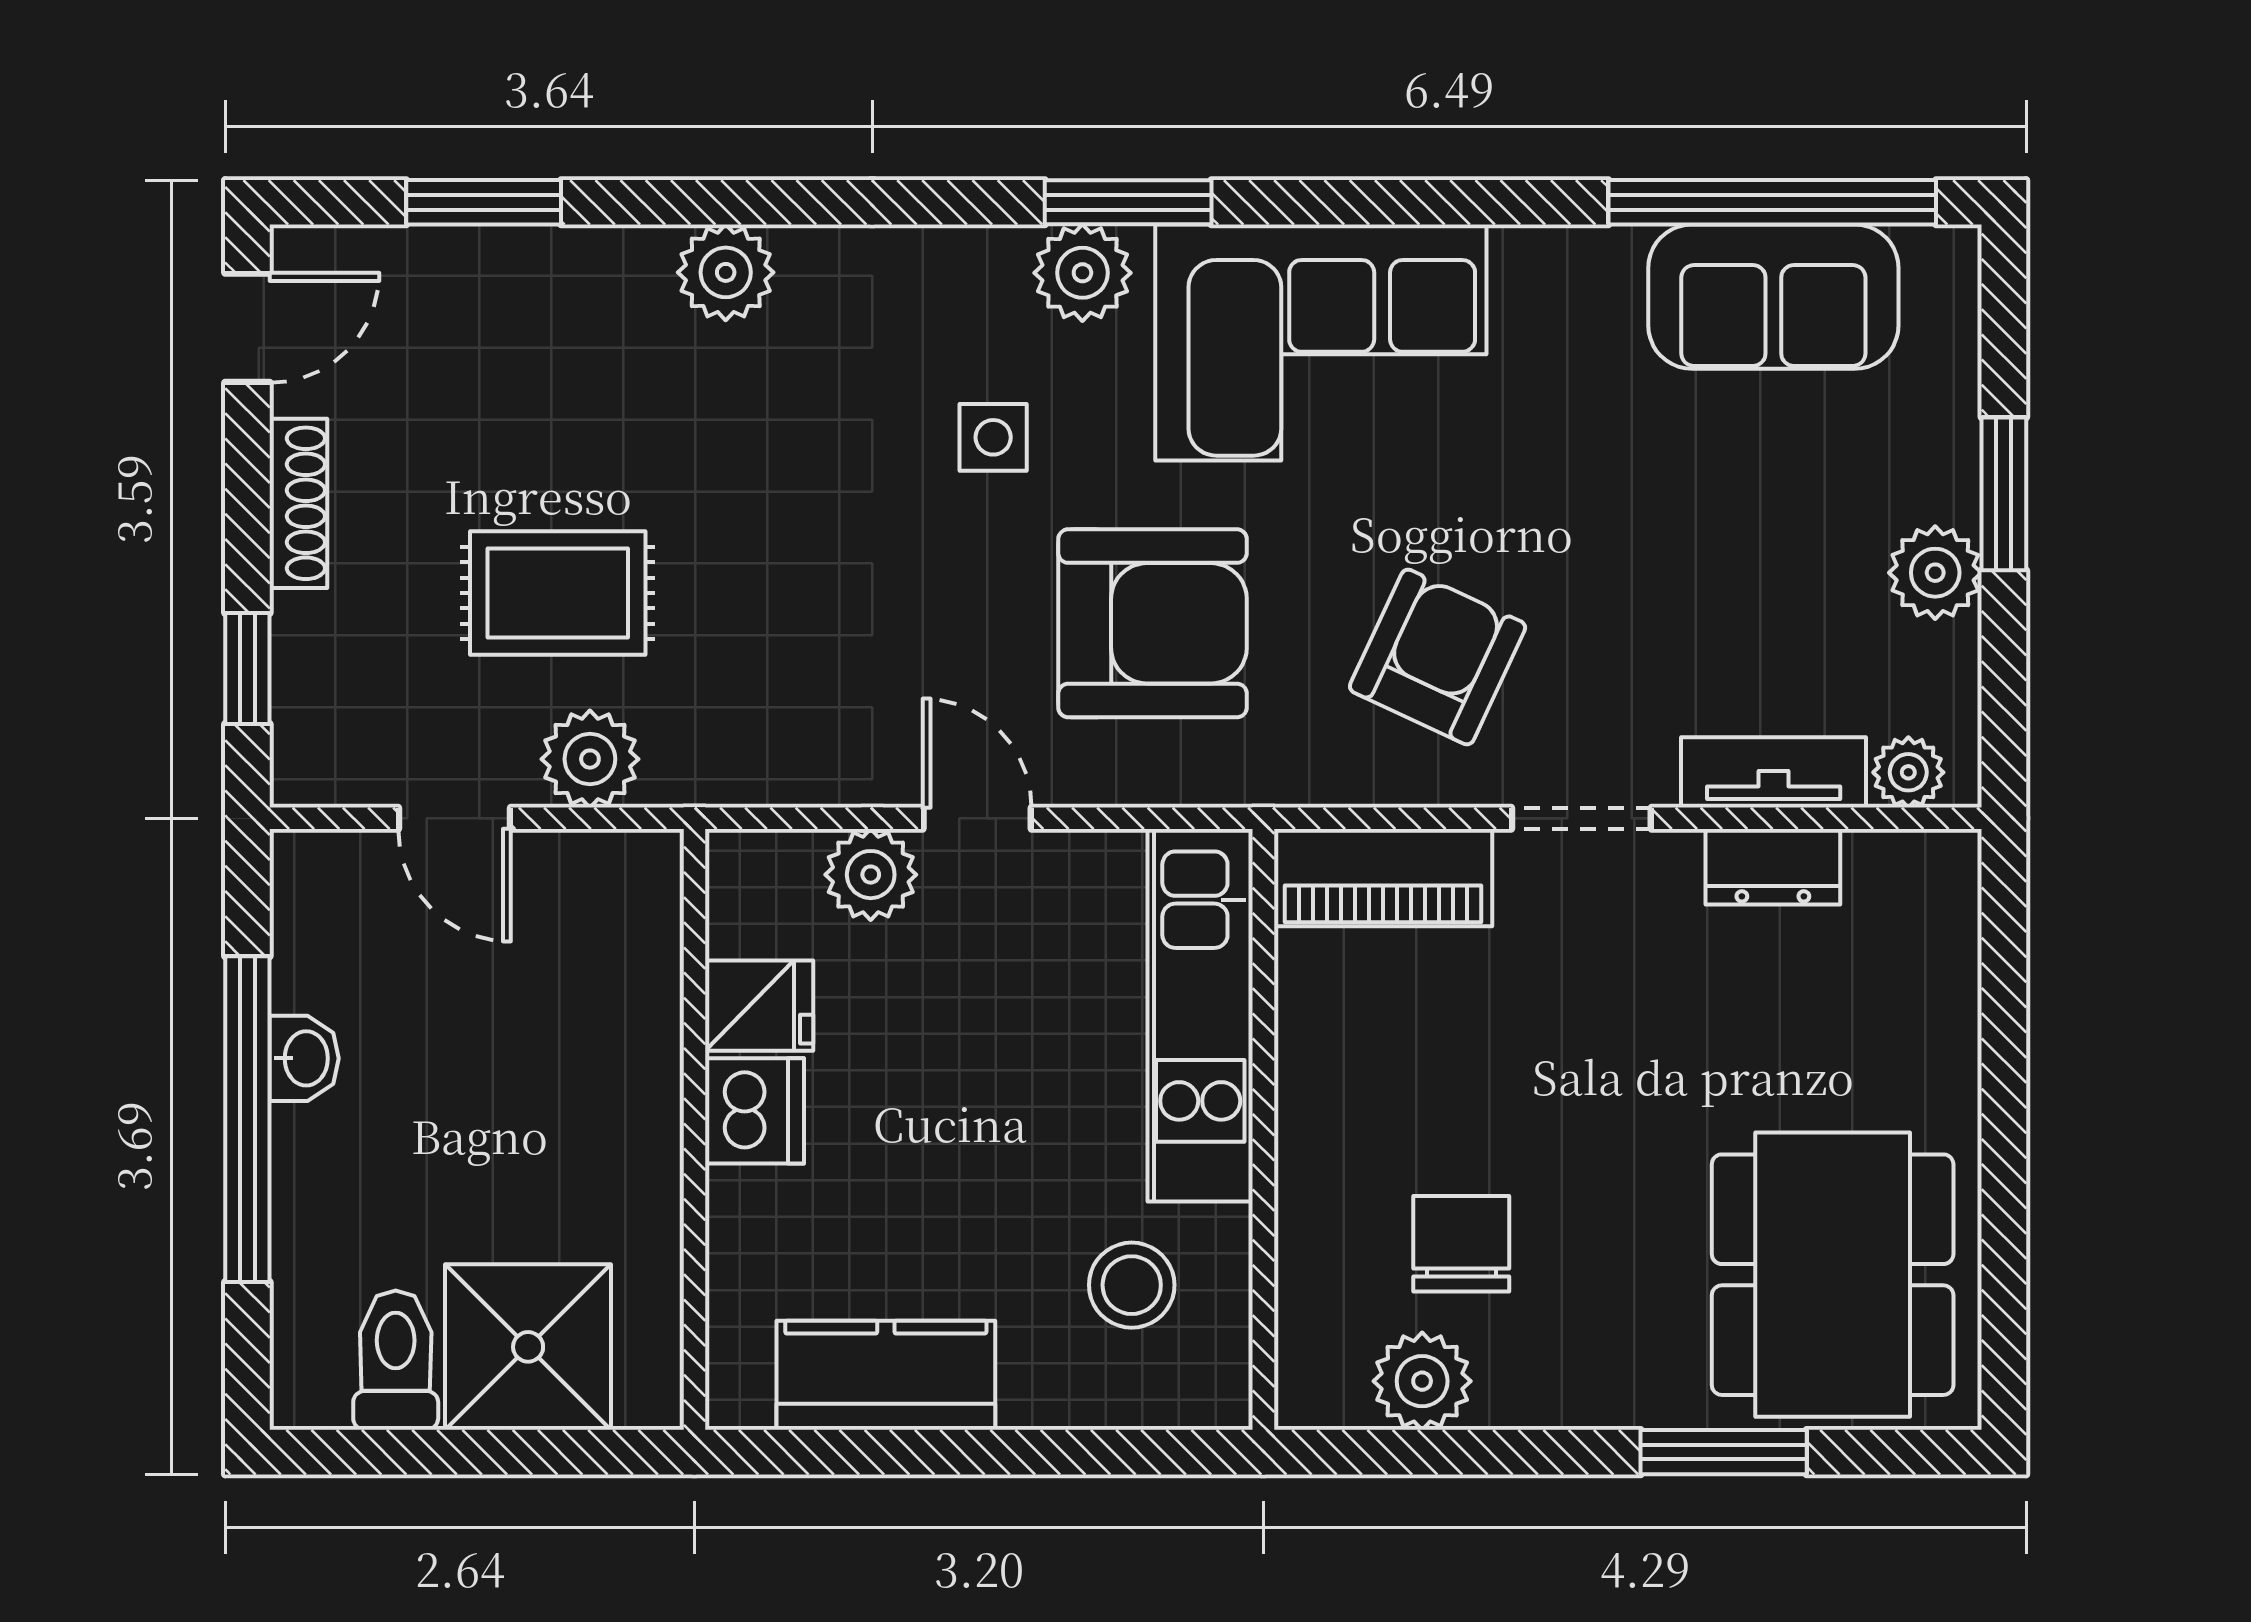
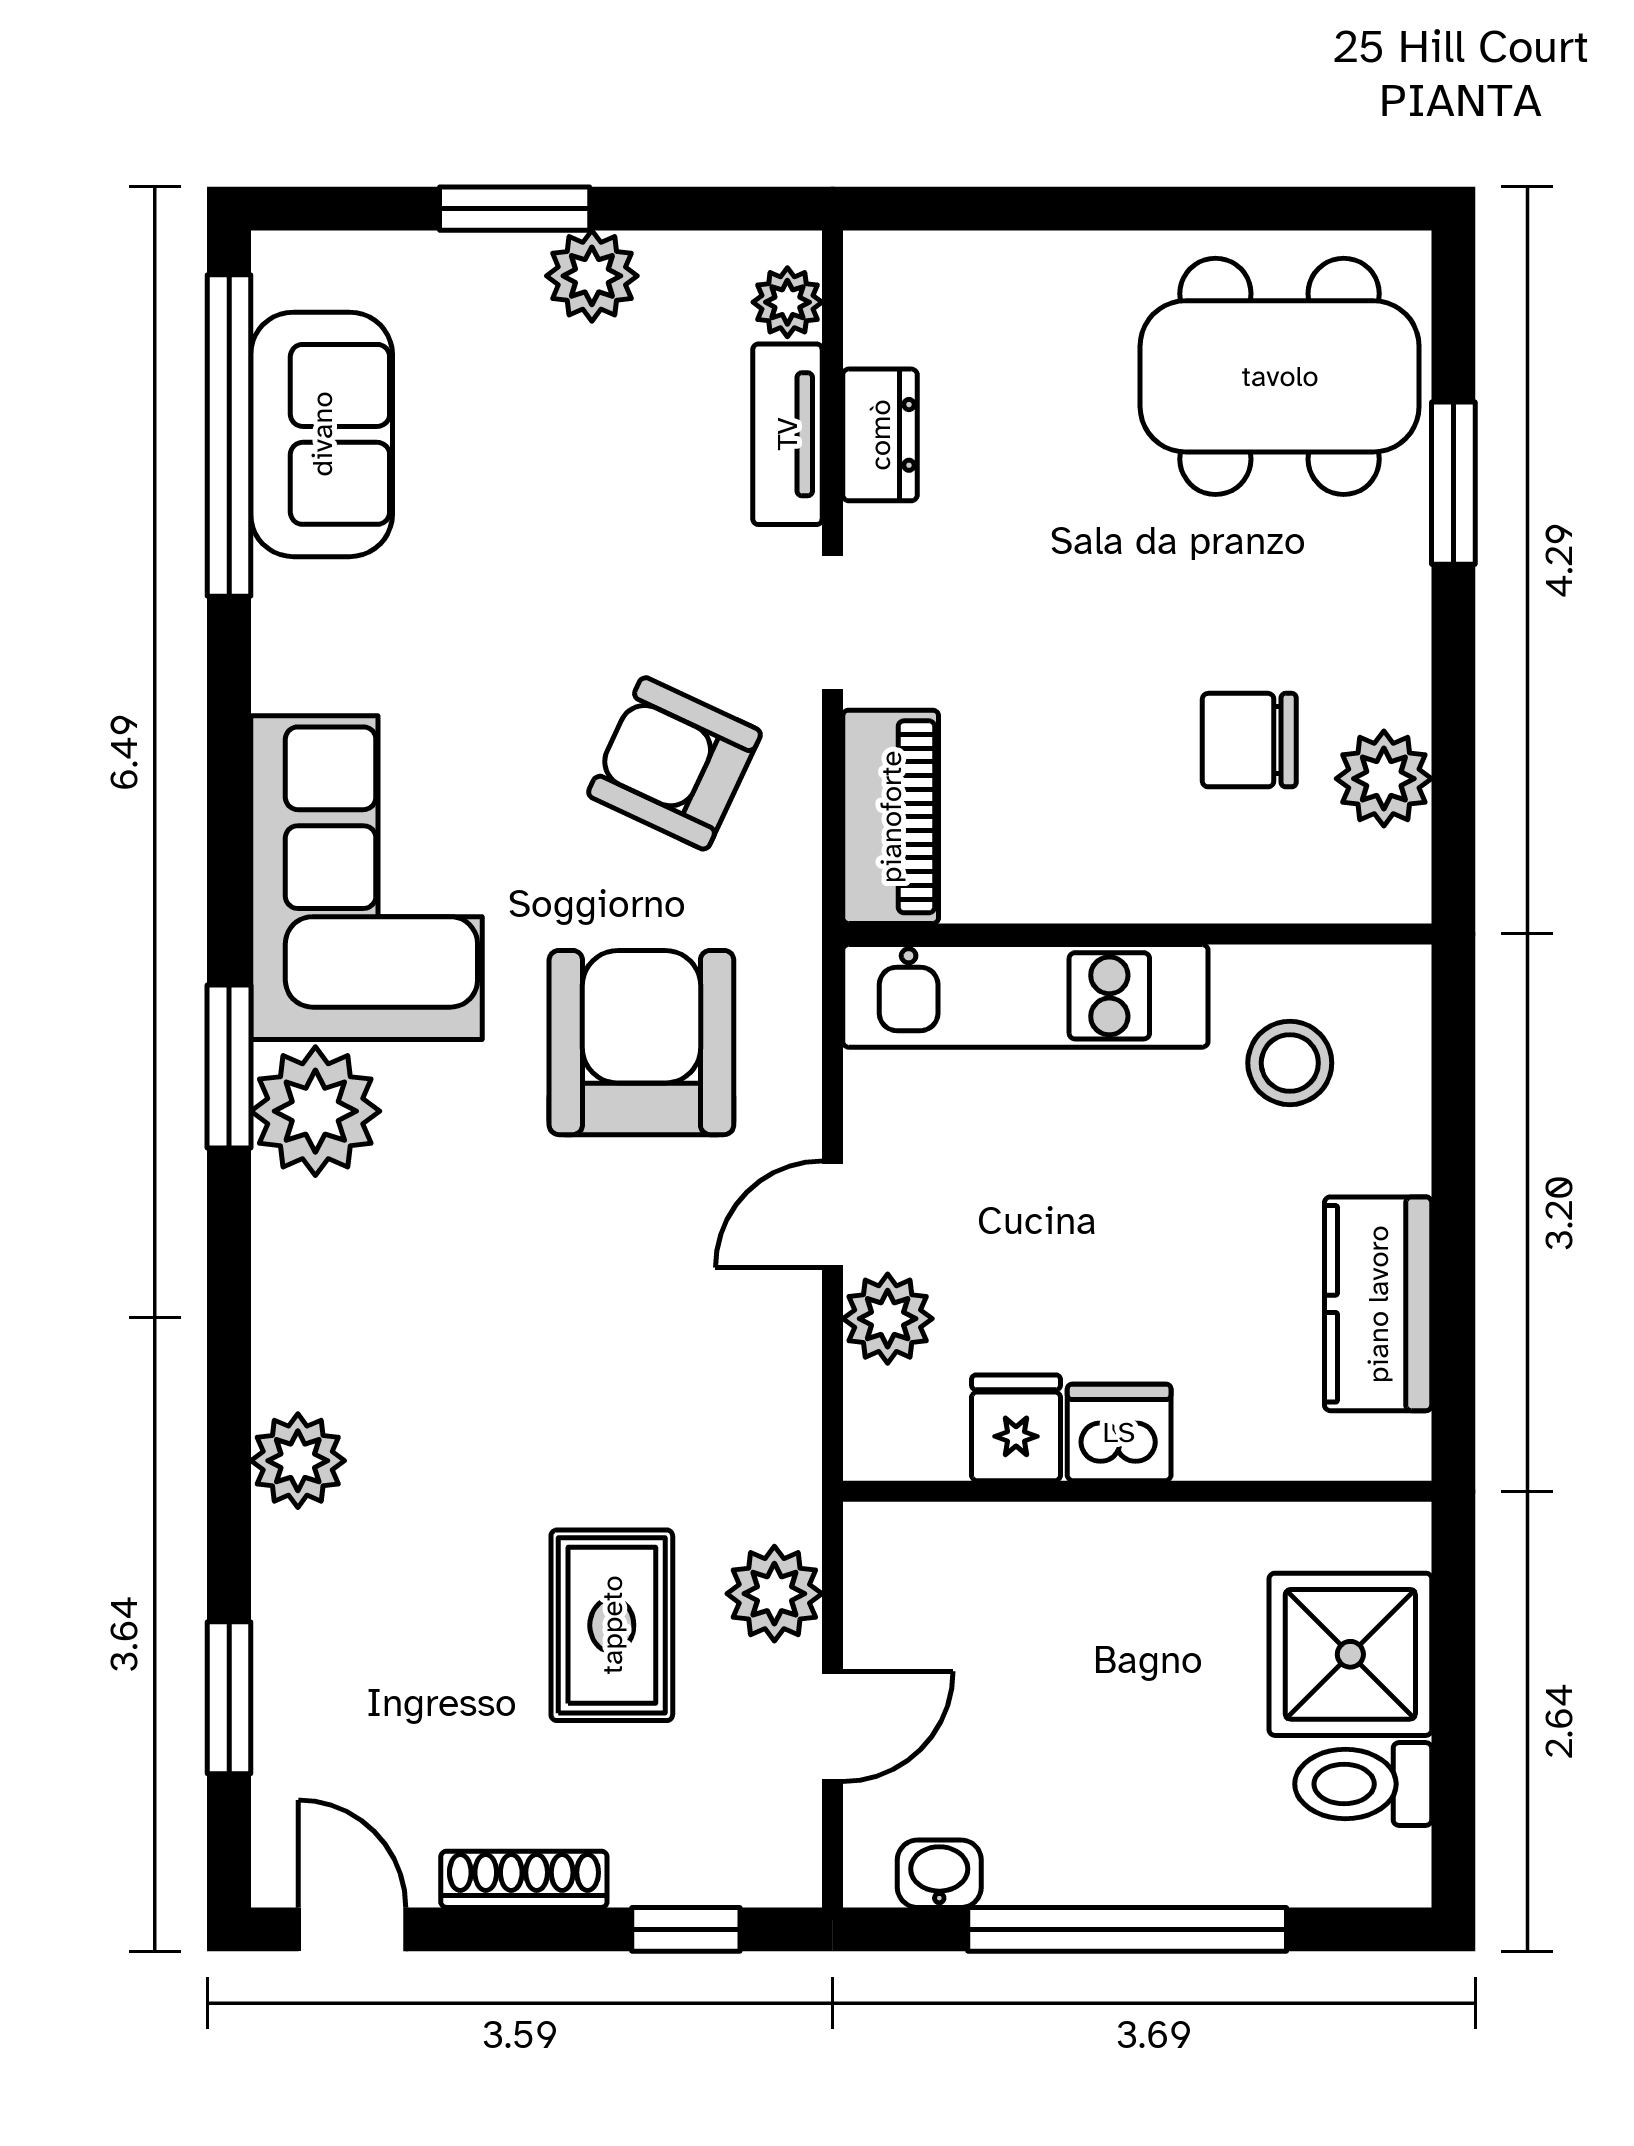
plant: (1082, 273) -> (315, 1111), width x1.36, depth x1.36
side table: (993, 437) -> (459, 1199), removed
washbasin: (304, 1058) -> (939, 1874), moved

